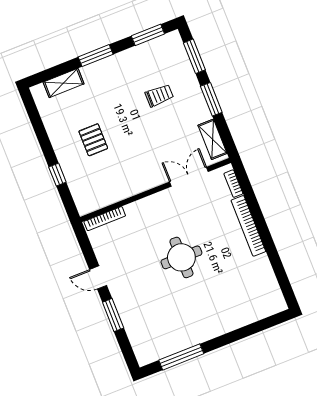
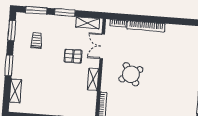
trolley: (159, 95) -> (37, 40), moved
pallet: (93, 140) -> (73, 56), moved
shelving: (135, 187) -> (93, 79), added
round table: (181, 257) -> (131, 74), moved, turned -32

